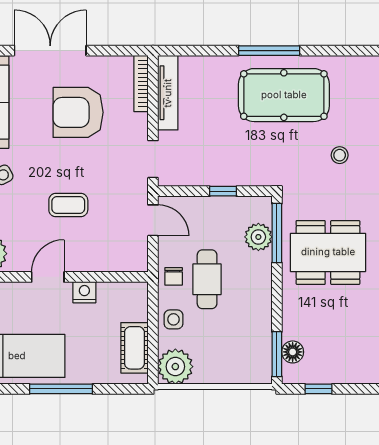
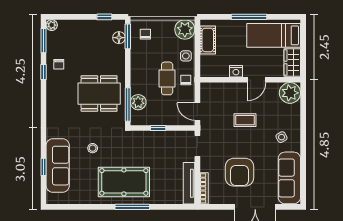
armchair: (78, 112) -> (239, 172), turned 90
chair: (245, 358) -> (145, 34), added

